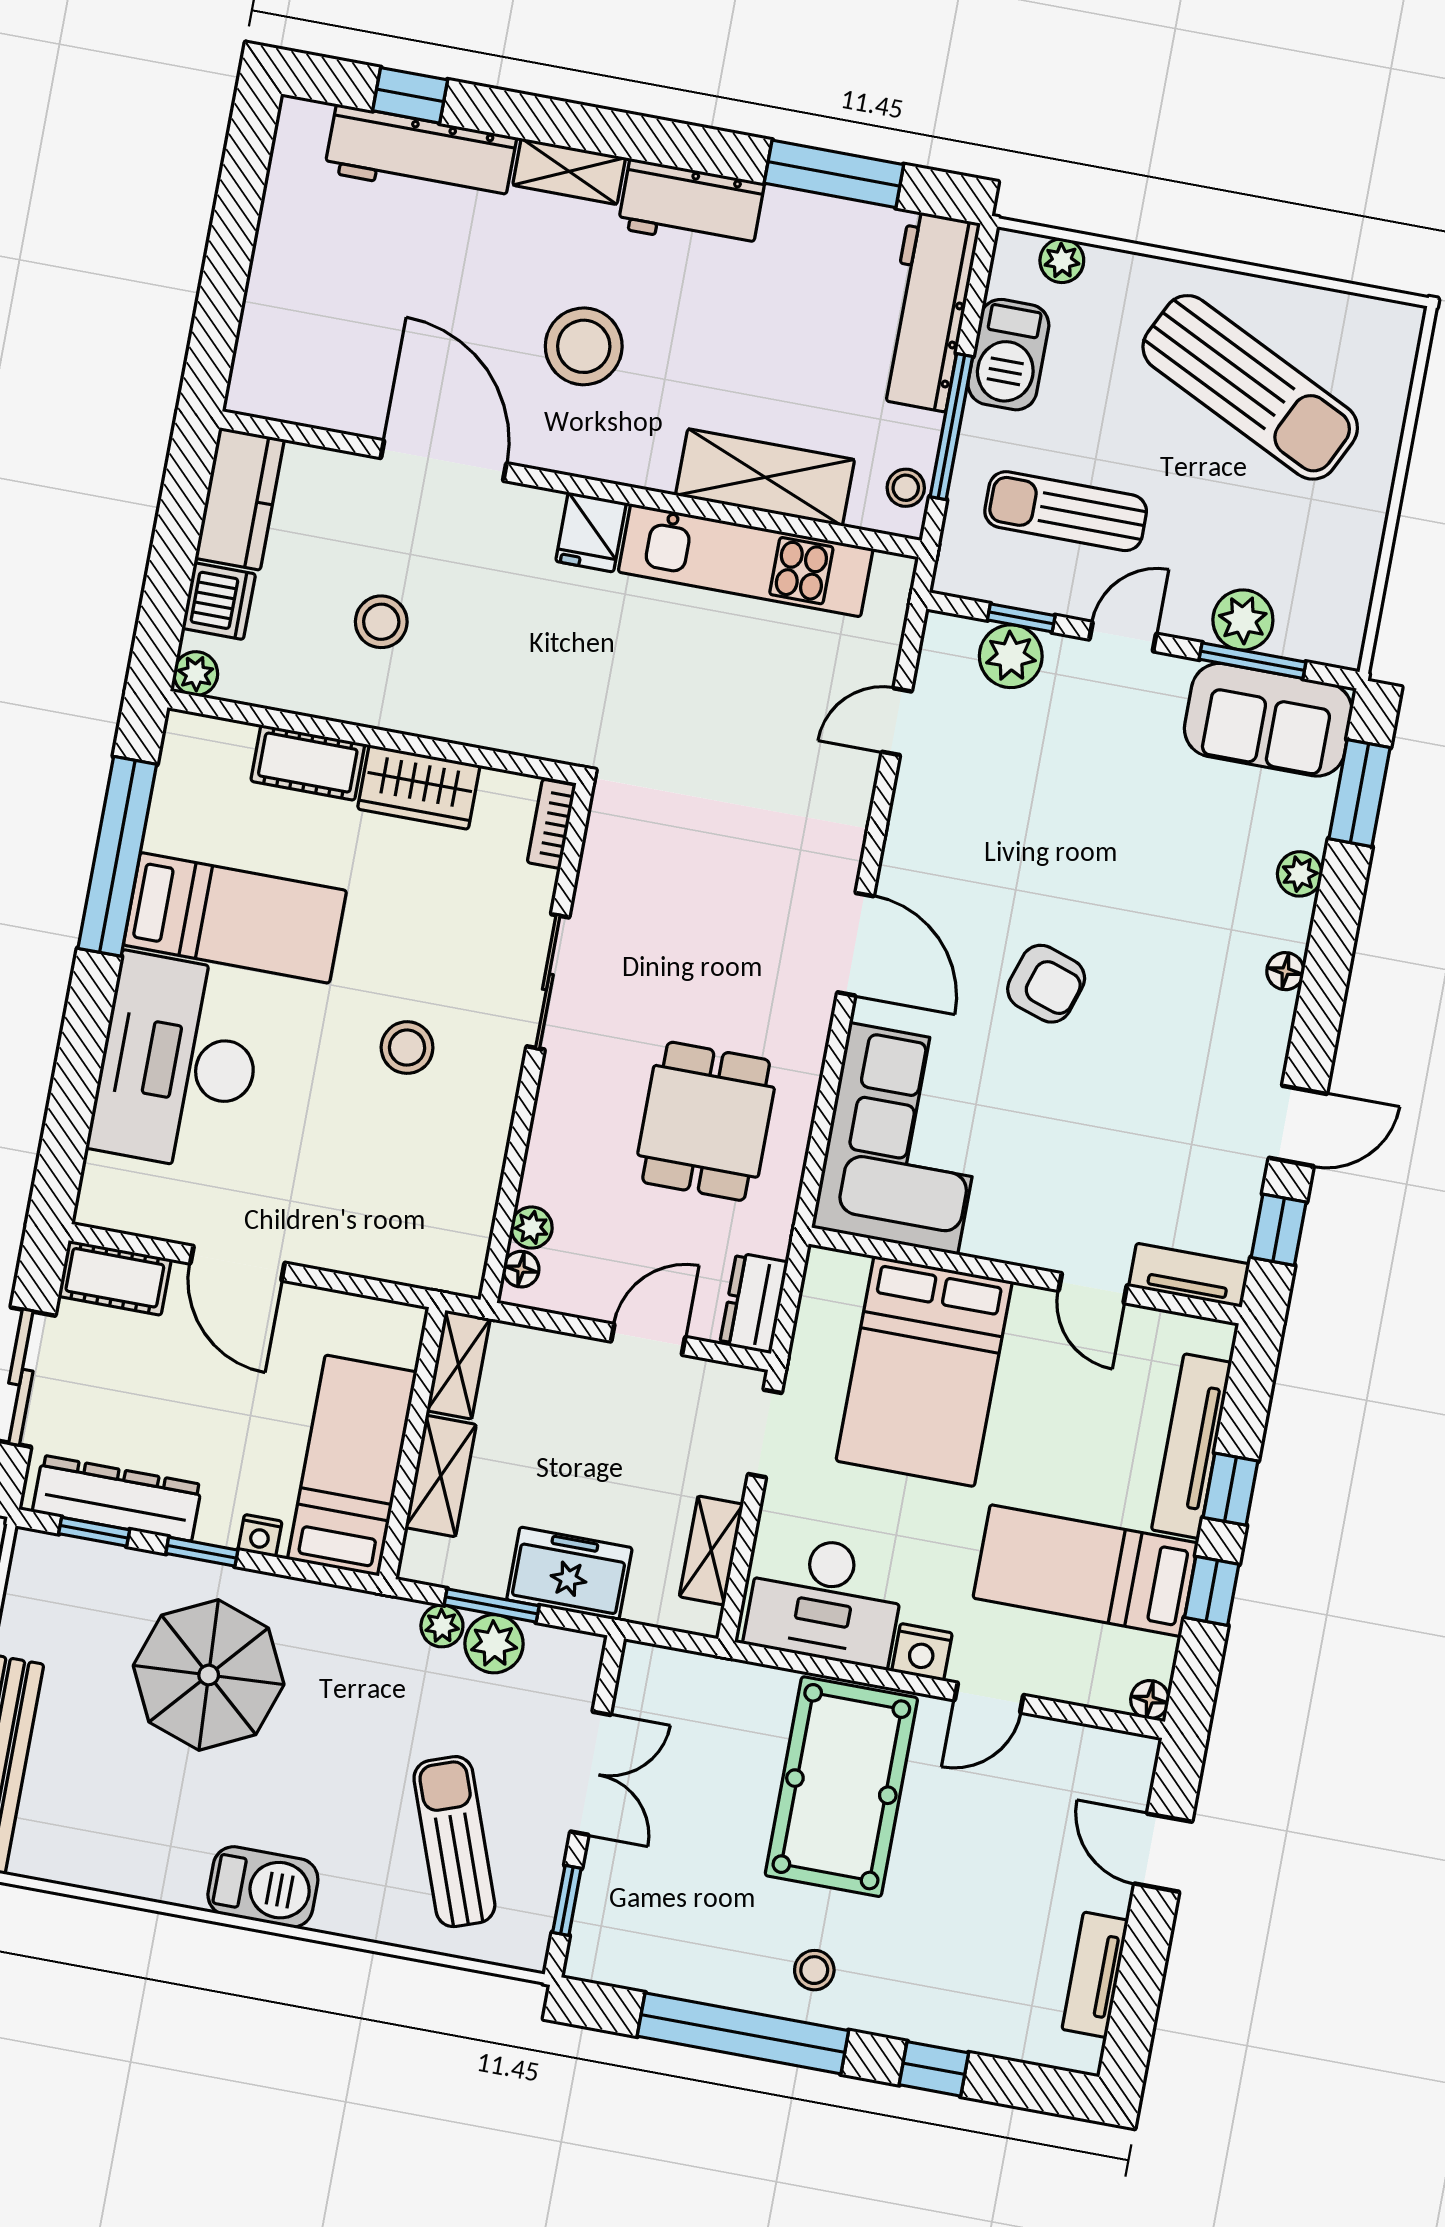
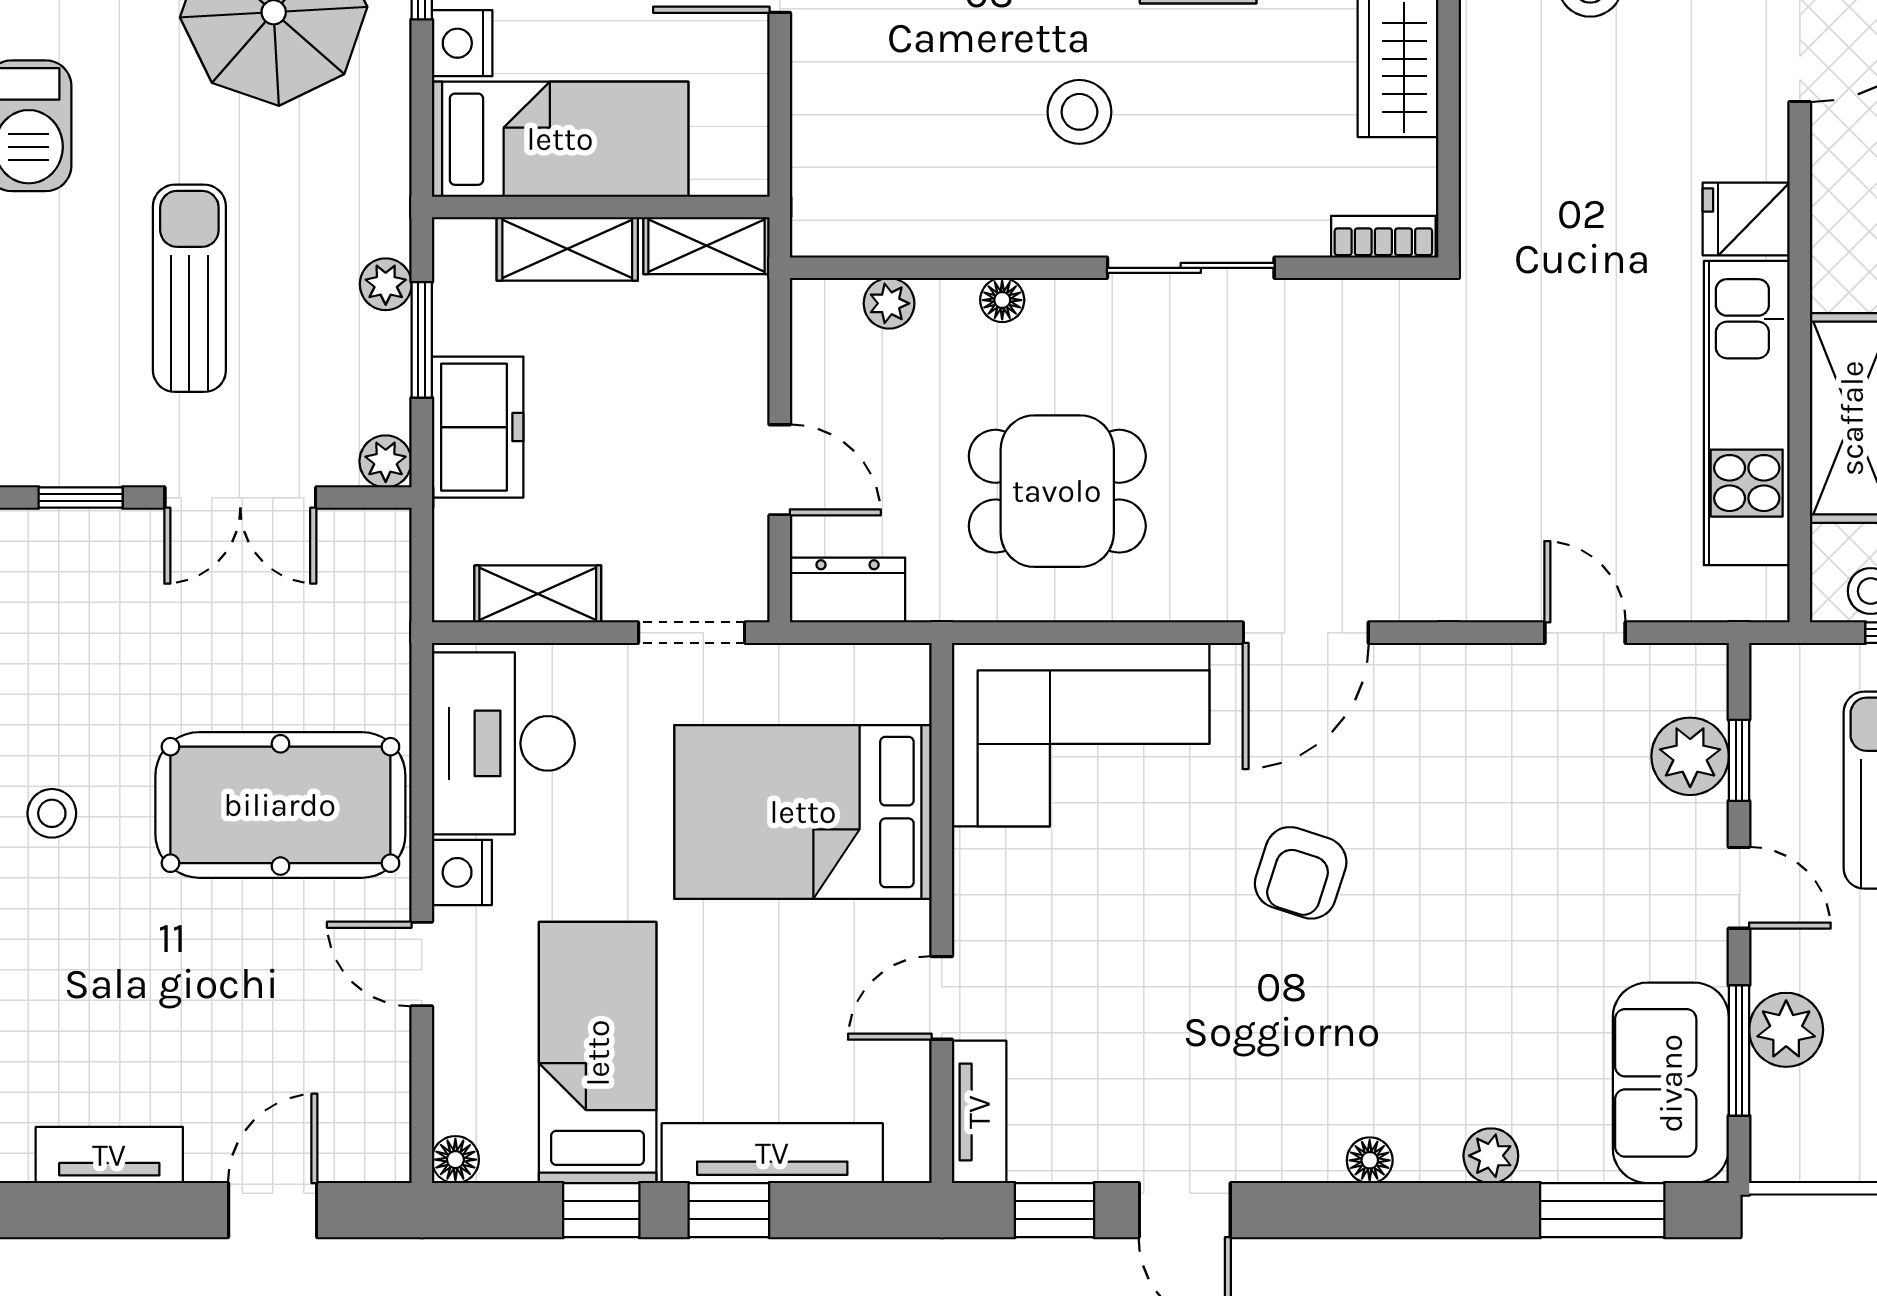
floor lamp: (521, 1269) -> (1002, 300), moved
nightstand: (260, 1536) -> (462, 43), width x1.39, depth x1.35
plant: (494, 1644) -> (386, 461), moved, width x0.73, depth x0.73
sun lounger: (454, 1842) -> (189, 288), moved, turned -70

